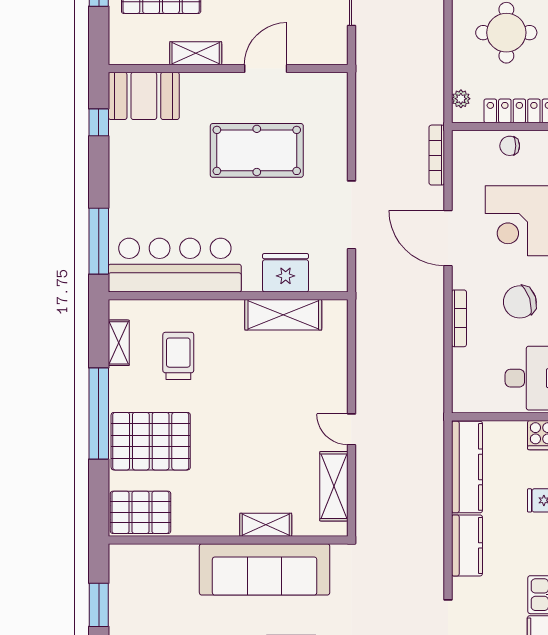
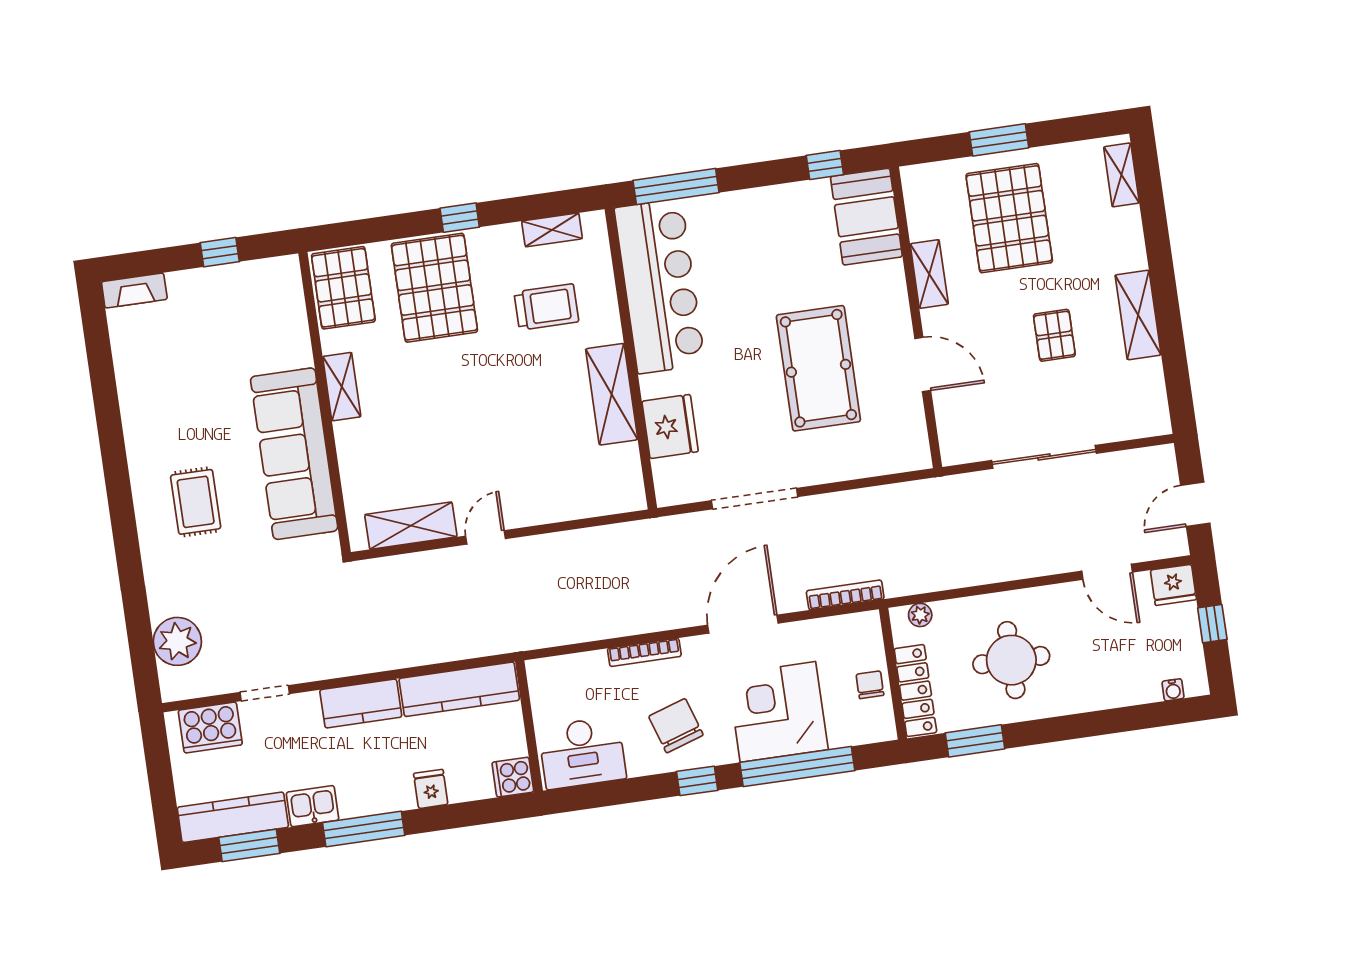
shelving: (283, 315) -> (612, 394), moved
window: (99, 414) -> (460, 218), width x0.32
shelving: (266, 525) -> (342, 387), moved
window: (99, 605) -> (220, 252), width x0.67

